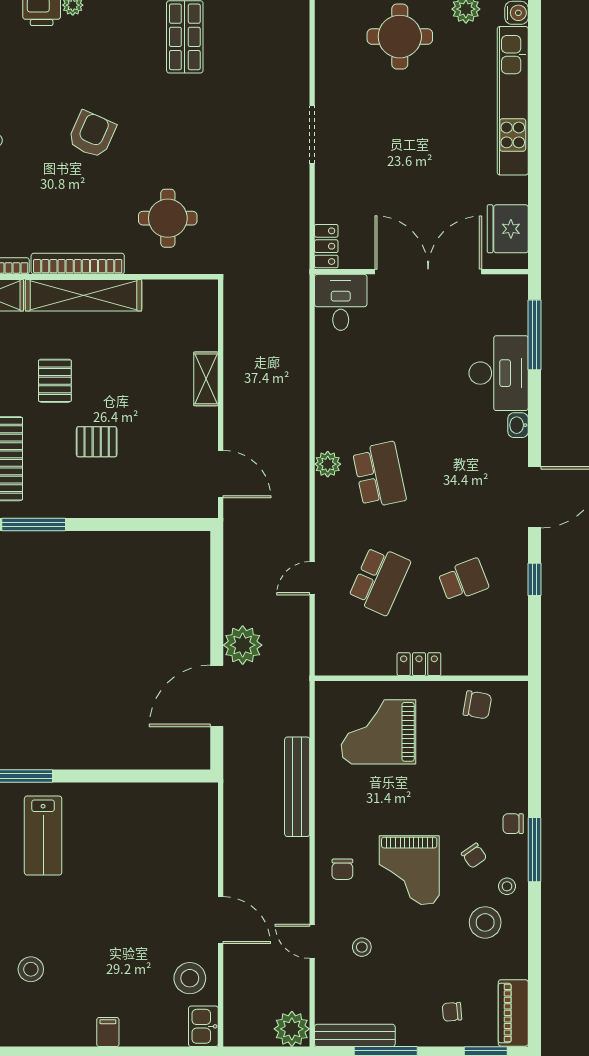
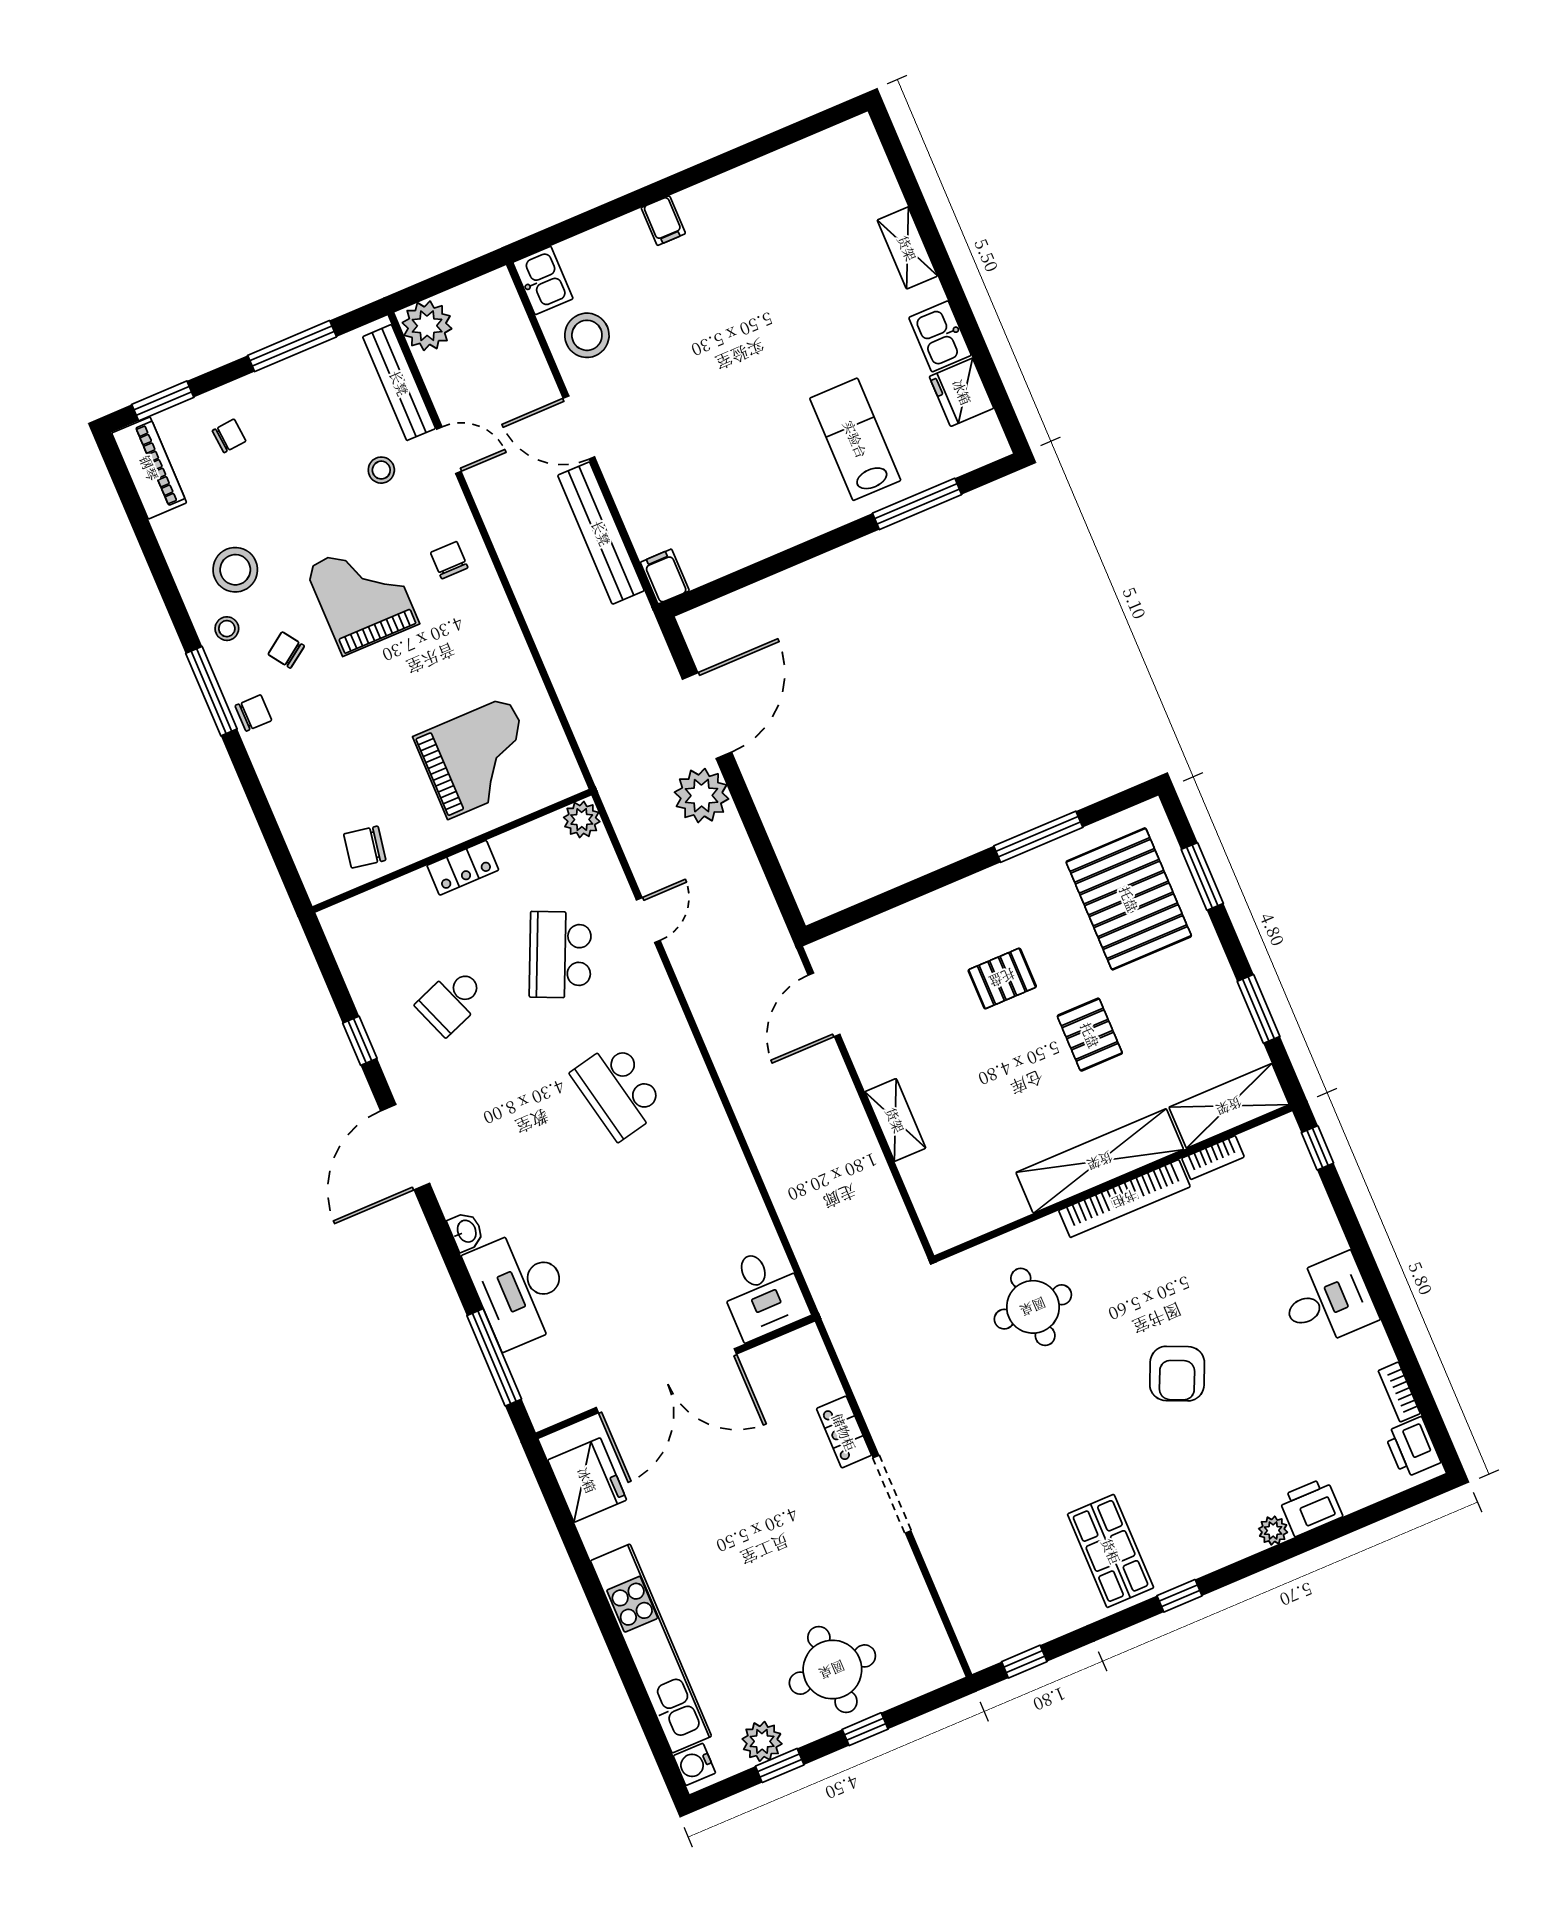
locker: (326, 246) -> (844, 1432), moved
plant: (328, 464) -> (582, 819), moved
door: (221, 474) -> (824, 1005), hinge flipped
bench: (297, 787) -> (601, 533), moved
filing cabinet: (206, 799) -> (665, 576), added
stool: (31, 969) -> (798, 260), removed
bench: (355, 1035) -> (399, 383), moved, turned 90

